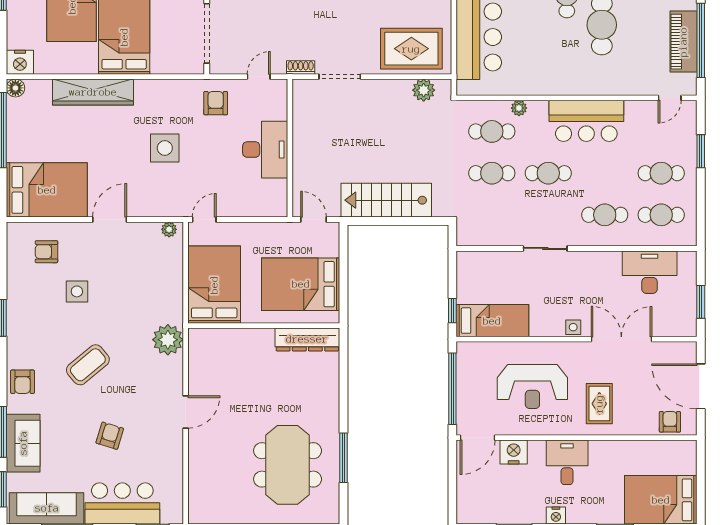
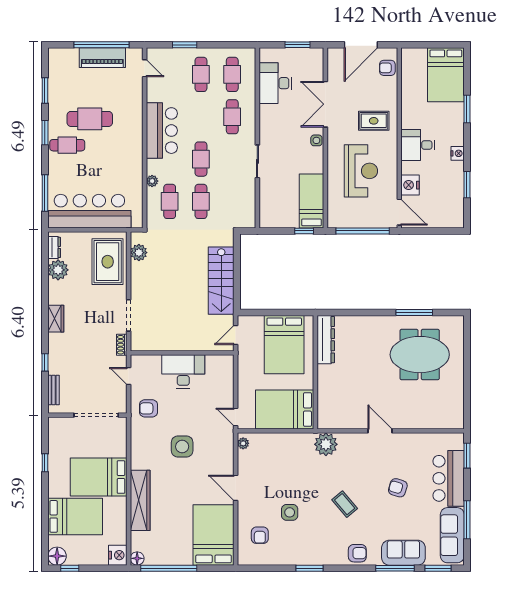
coffee table: (88, 365) -> (345, 504), width x0.73, depth x0.77

